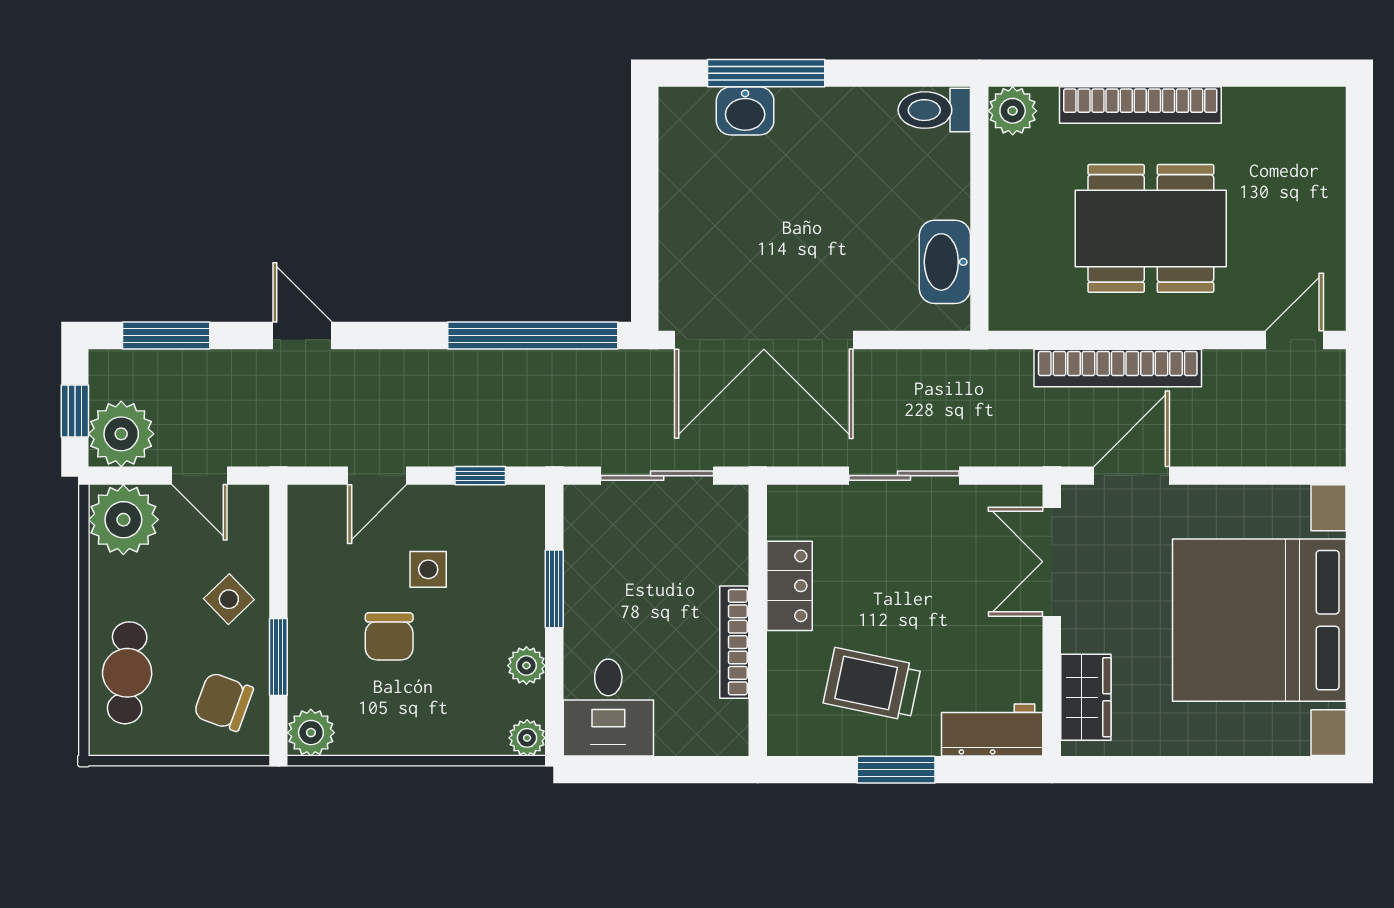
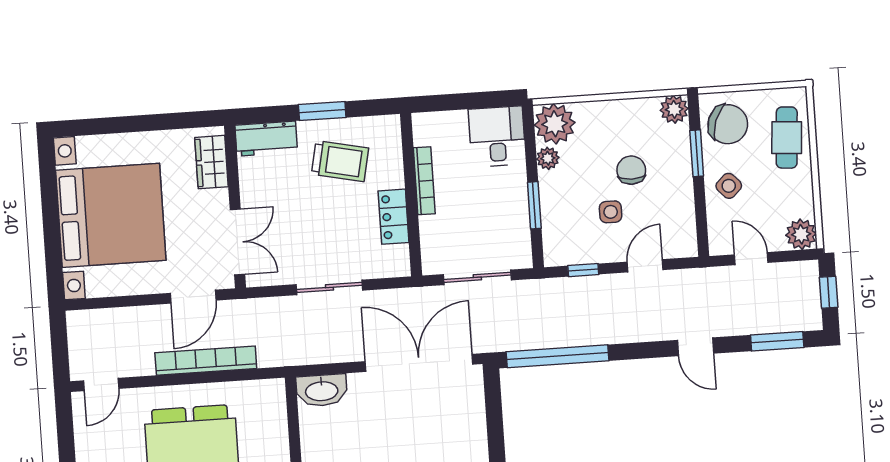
washbasin: (945, 262) -> (322, 390), moved, turned 90
plant: (121, 434) -> (800, 280), removed
plant: (123, 520) -> (801, 234), width x0.73, depth x0.73
chair: (223, 702) -> (728, 124), width x1.37, depth x1.37
plant: (527, 738) -> (555, 124), width x1.88, depth x1.88

